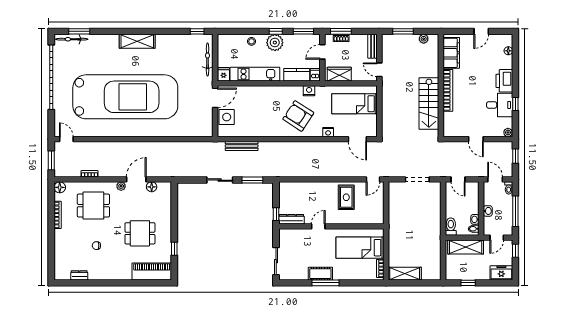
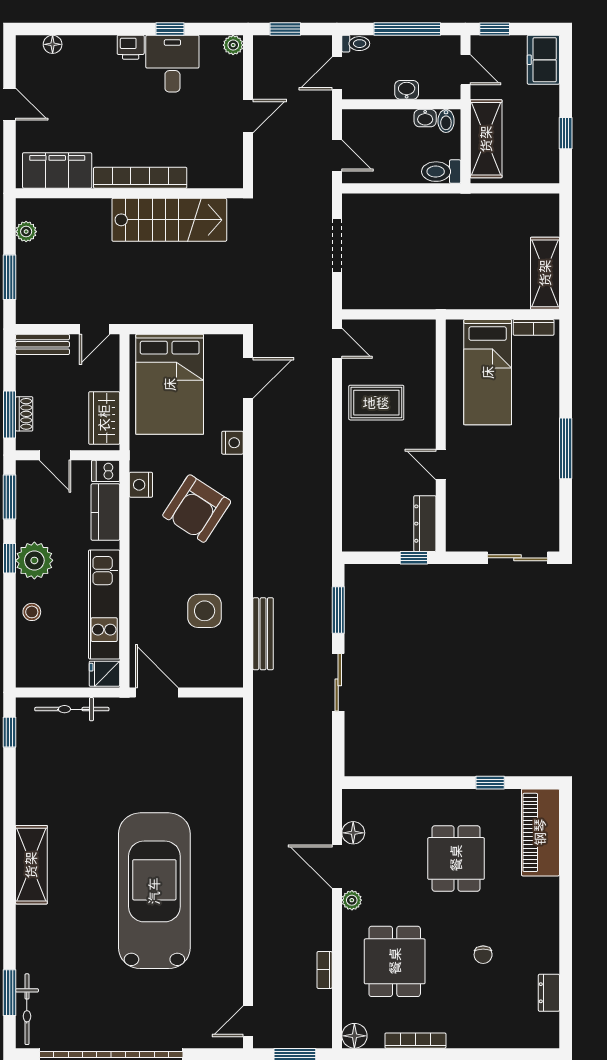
printer: (504, 81) -> (131, 47), width x0.53, depth x0.68
car: (125, 97) -> (154, 891), width x0.73, depth x0.67
bed: (355, 104) -> (170, 384), width x1.50
side table: (227, 117) -> (205, 611), moved
door: (458, 179) -> (337, 156), hinge flipped
cot: (320, 274) -> (545, 460), removed

